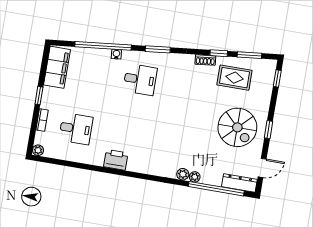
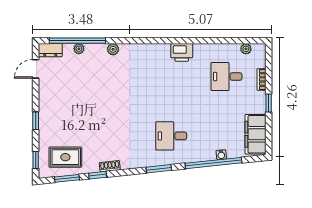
water cooler: (116, 54) -> (221, 155), moved
rug: (234, 78) -> (65, 157), moved
spiral stairs: (237, 127) -> (67, 105), removed
window: (269, 130) -> (36, 121), moved
plant: (38, 150) -> (246, 49), moved
plant: (195, 177) -> (79, 49), moved
dresser: (239, 183) -> (50, 50), width x0.70

